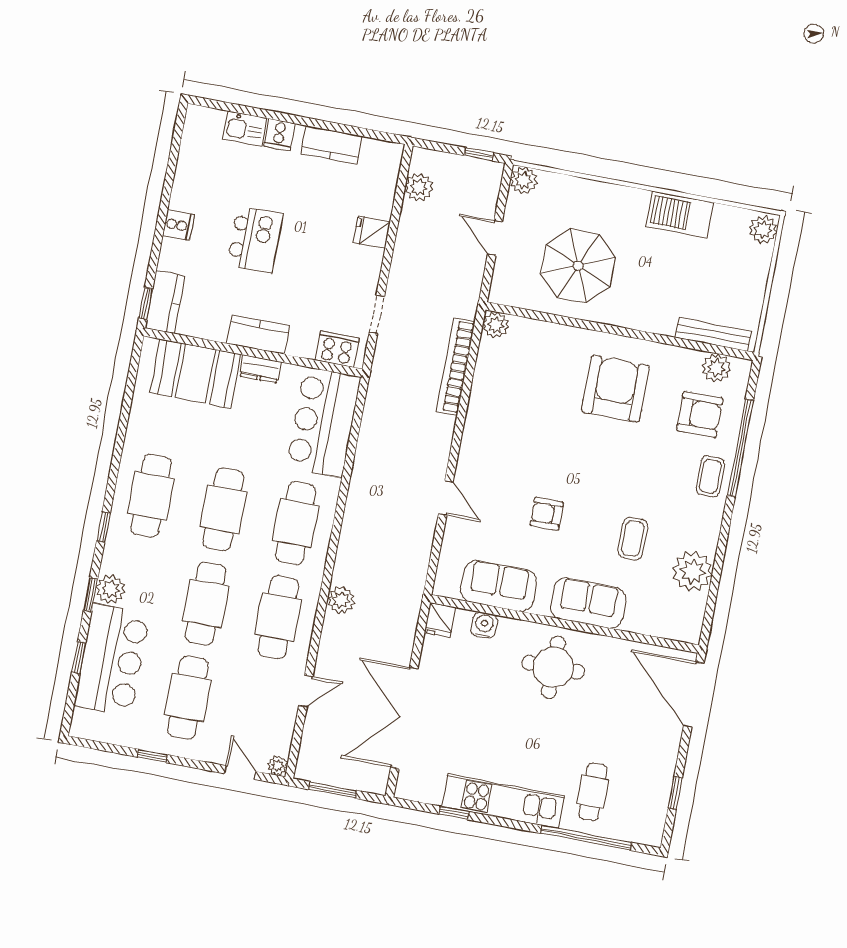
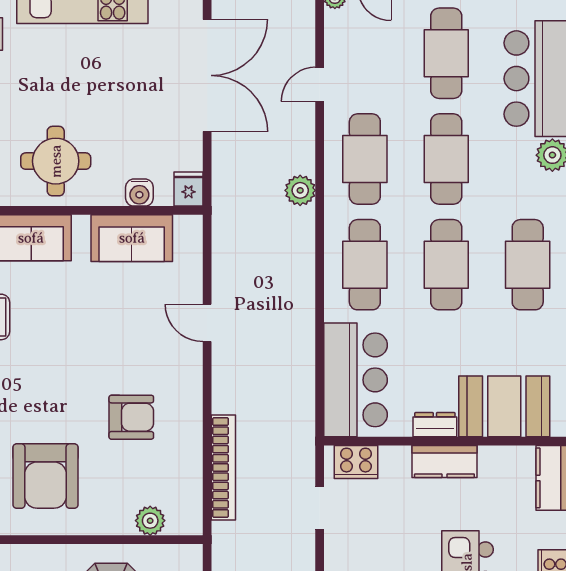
plant: (496, 325) -> (150, 521), moved
armchair: (547, 514) -> (131, 417), moved, width x1.38, depth x1.38

